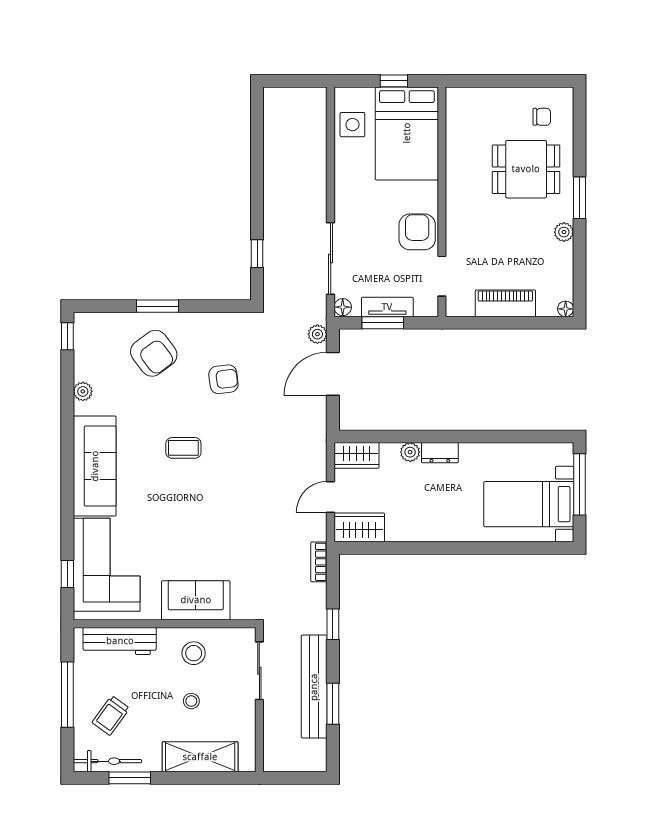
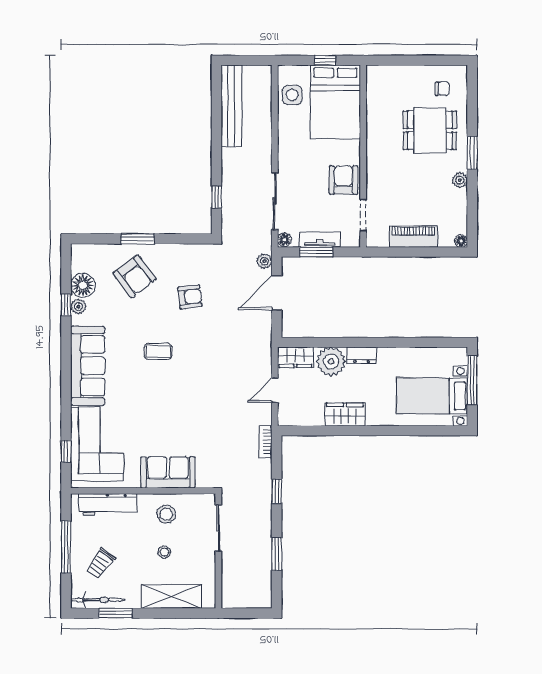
window: (67, 336) -> (66, 305), moved
floor lamp: (89, 365) -> (83, 285), added
plant: (410, 452) -> (331, 361), width x1.88, depth x1.88
wardrobe: (359, 527) -> (345, 414), moved
bench: (314, 687) -> (231, 106), moved

